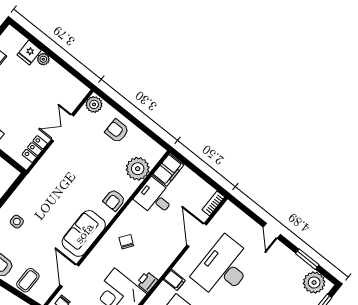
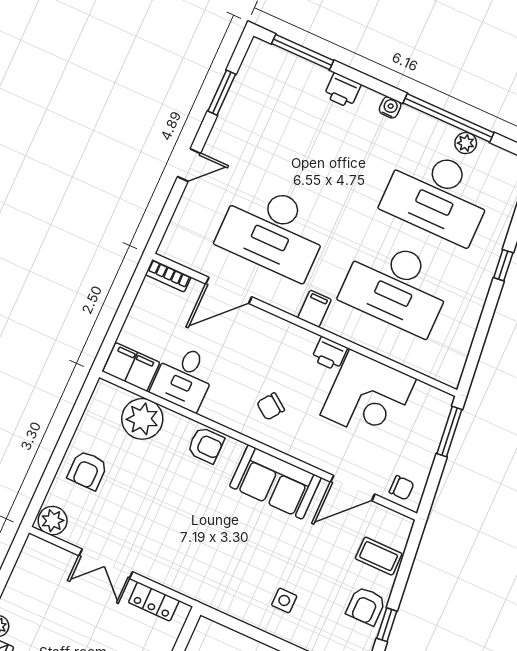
plant: (314, 282) -> (258, 71), removed

